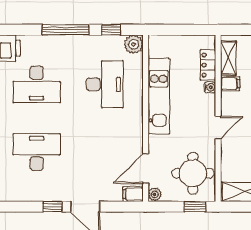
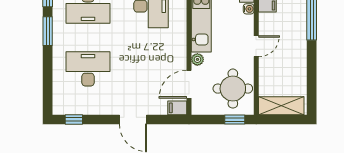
plant: (155, 194) -> (197, 59), moved
window: (52, 207) -> (74, 120), moved

